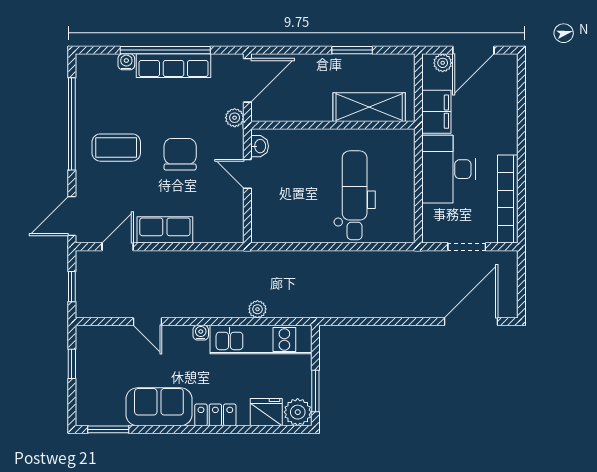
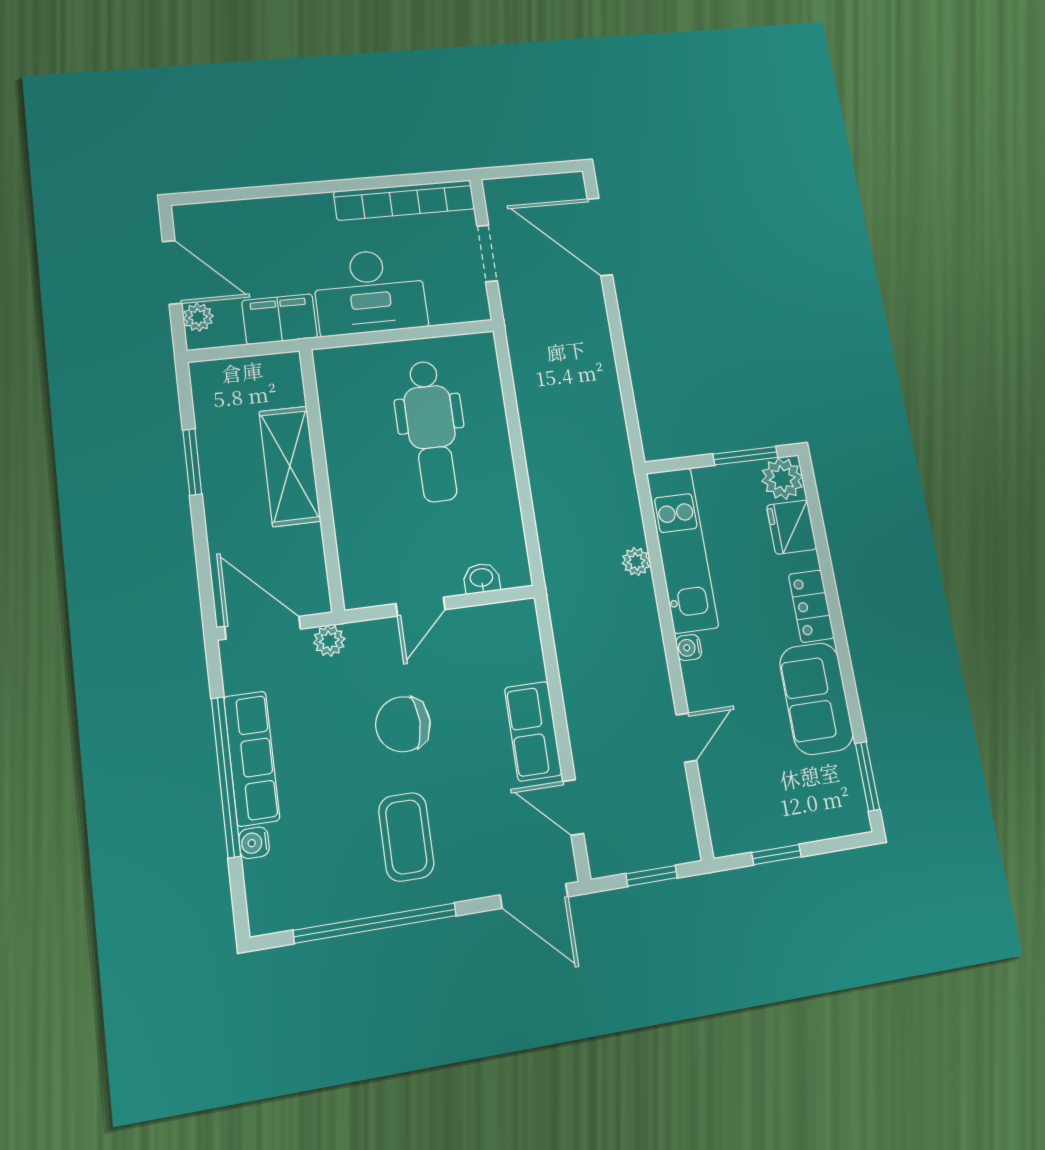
shelving: (369, 107) -> (290, 466), moved
washbasin: (260, 146) -> (481, 578), moved
dental chair: (355, 195) -> (431, 431), turned -90

